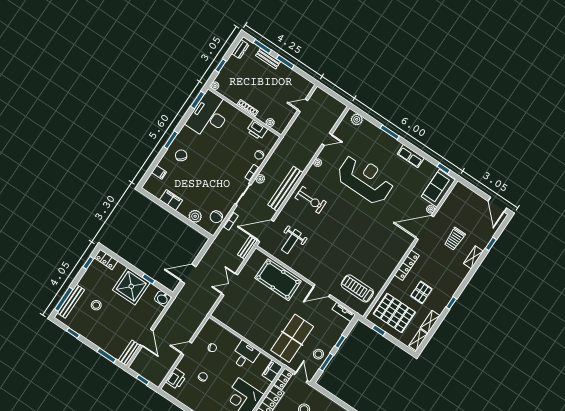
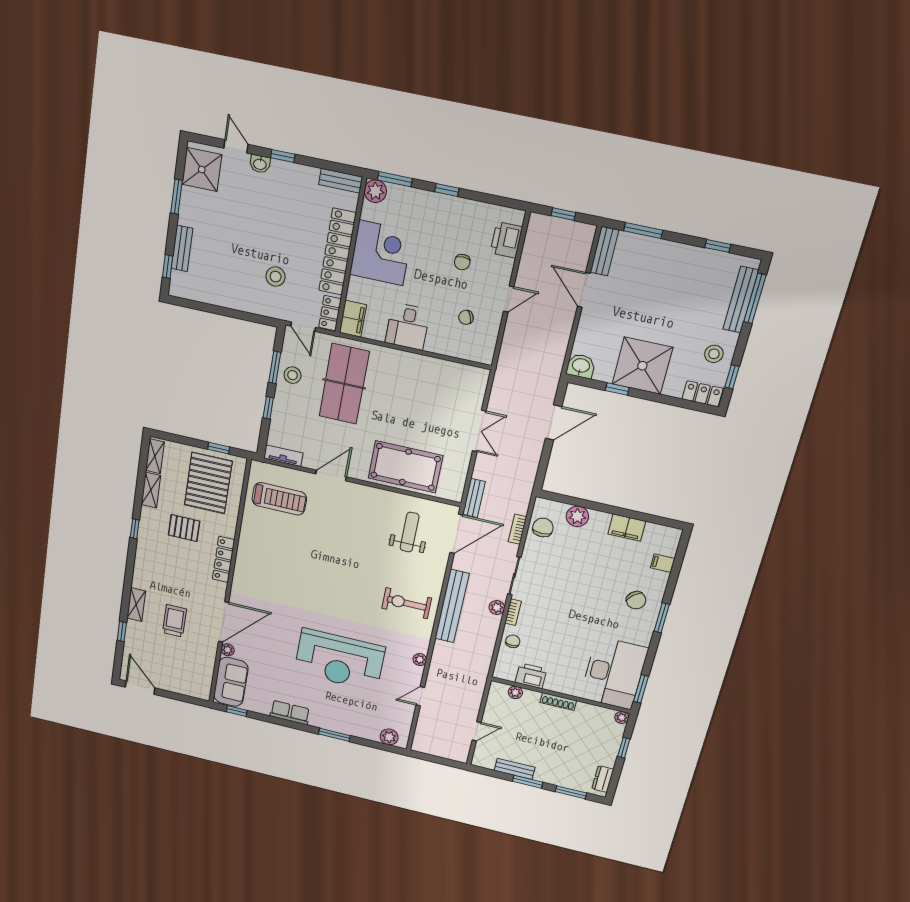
bench: (268, 59) -> (515, 769), moved
pallet: (421, 292) -> (184, 528), turned 90
stool: (96, 305) -> (714, 354), moved
pallet: (394, 313) -> (208, 483), turned 90

